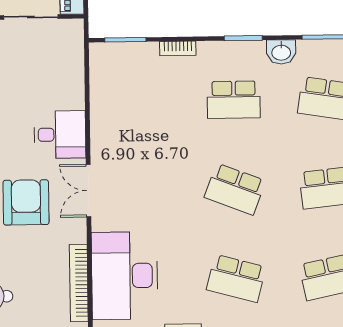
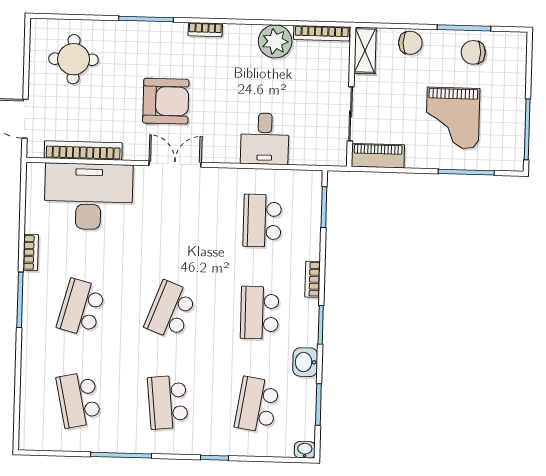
bookcase: (178, 48) -> (313, 279), moved
school desk: (141, 101) -> (262, 221), added
desk: (60, 135) -> (265, 139), moved

